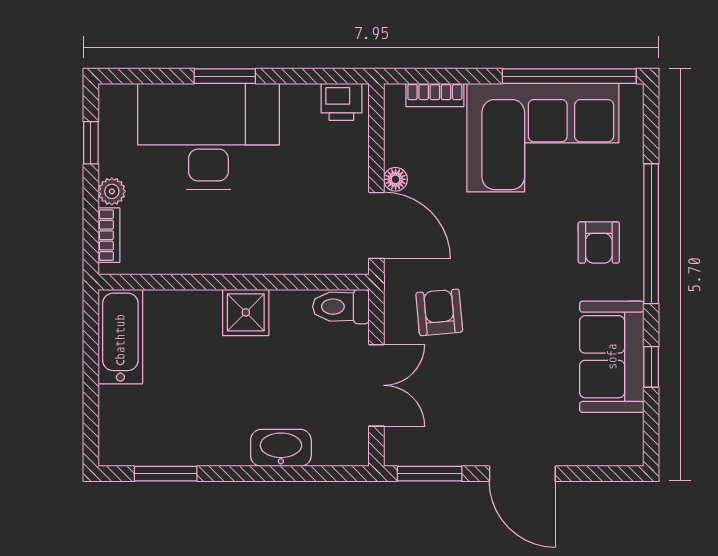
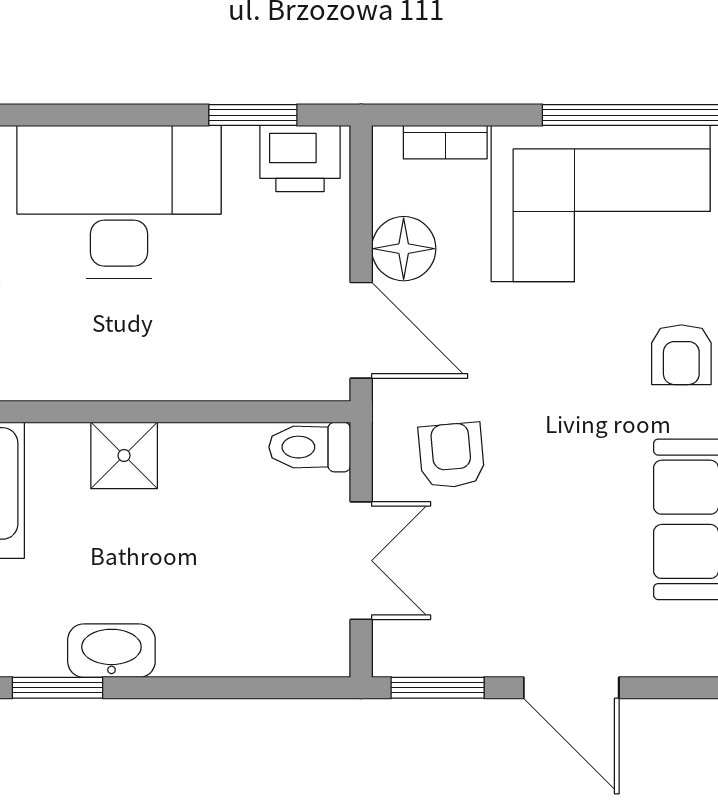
window: (225, 76) -> (253, 115), moved
printer: (341, 102) -> (300, 159), width x1.36, depth x1.24
floor lamp: (396, 179) -> (404, 249), width x1.89, depth x1.89
shower: (246, 312) -> (124, 455), moved
washbasin: (281, 448) -> (111, 651), moved

